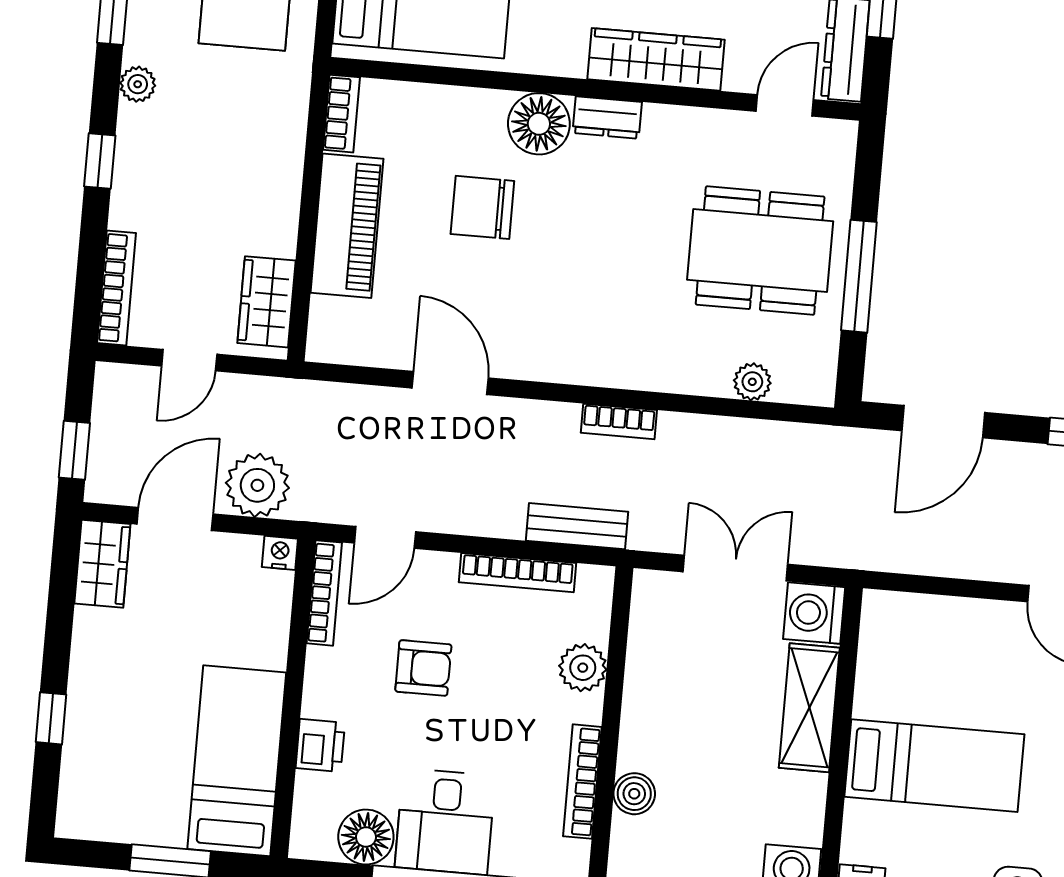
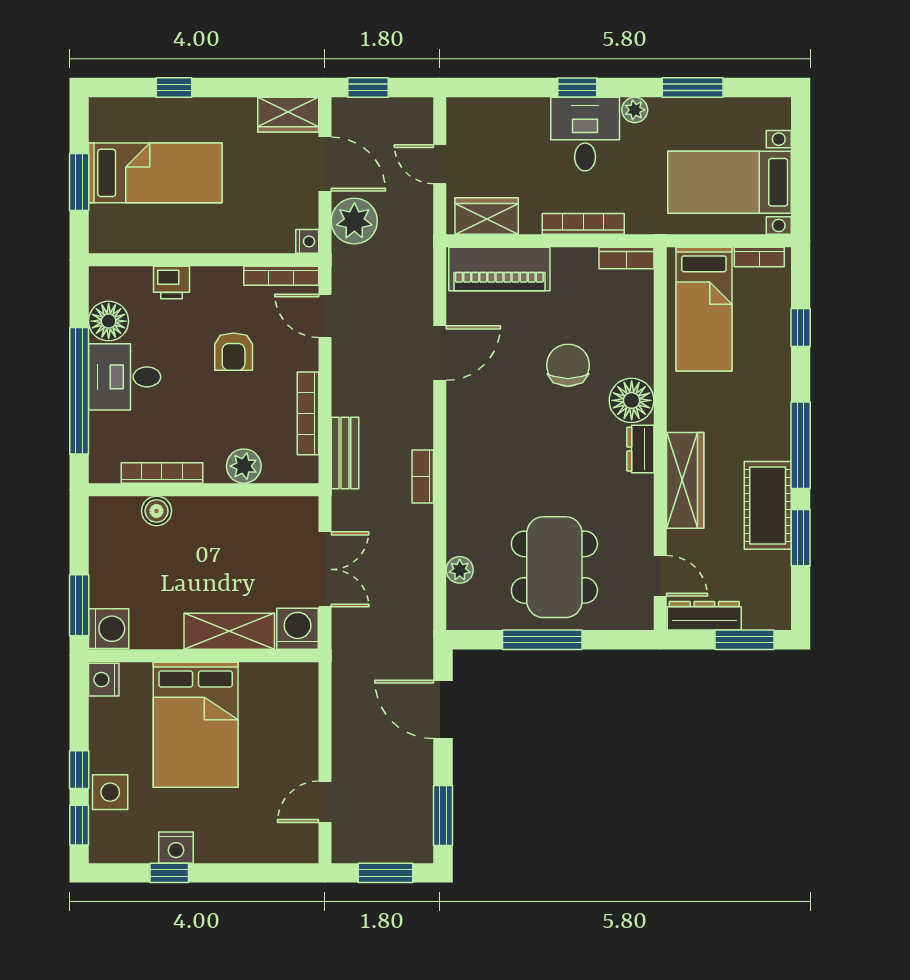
desk: (165, 156) -> (585, 134), added
piano: (347, 226) -> (499, 269), moved
bookcase: (117, 288) -> (583, 224), moved, turned 180
bed: (237, 761) -> (155, 173), moved
bed: (934, 766) -> (196, 725), width x1.50

